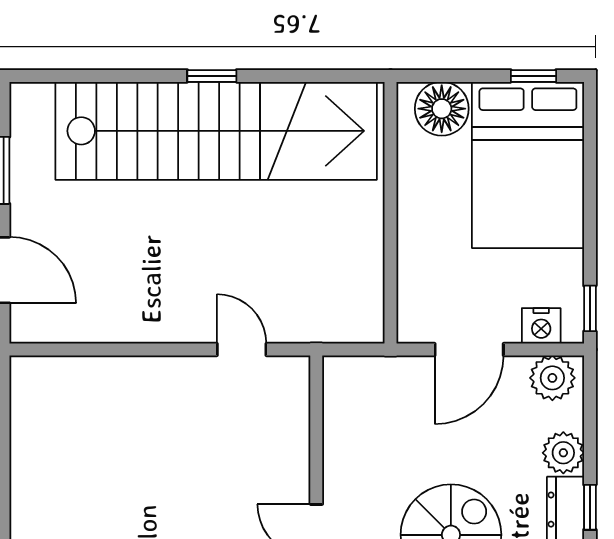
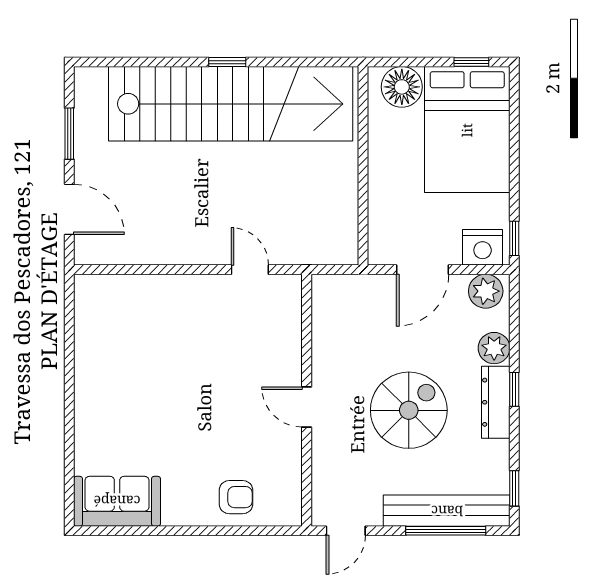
nightstand: (541, 326) -> (483, 247), width x1.36, depth x1.33

